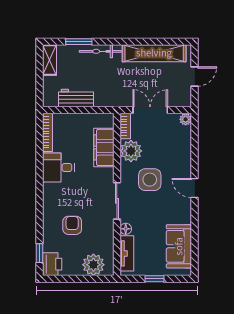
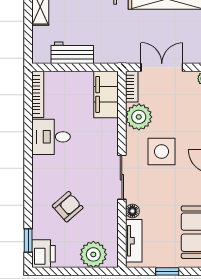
filing cabinet: (104, 147) -> (106, 94), moved
armchair: (72, 225) -> (68, 207), turned 49

